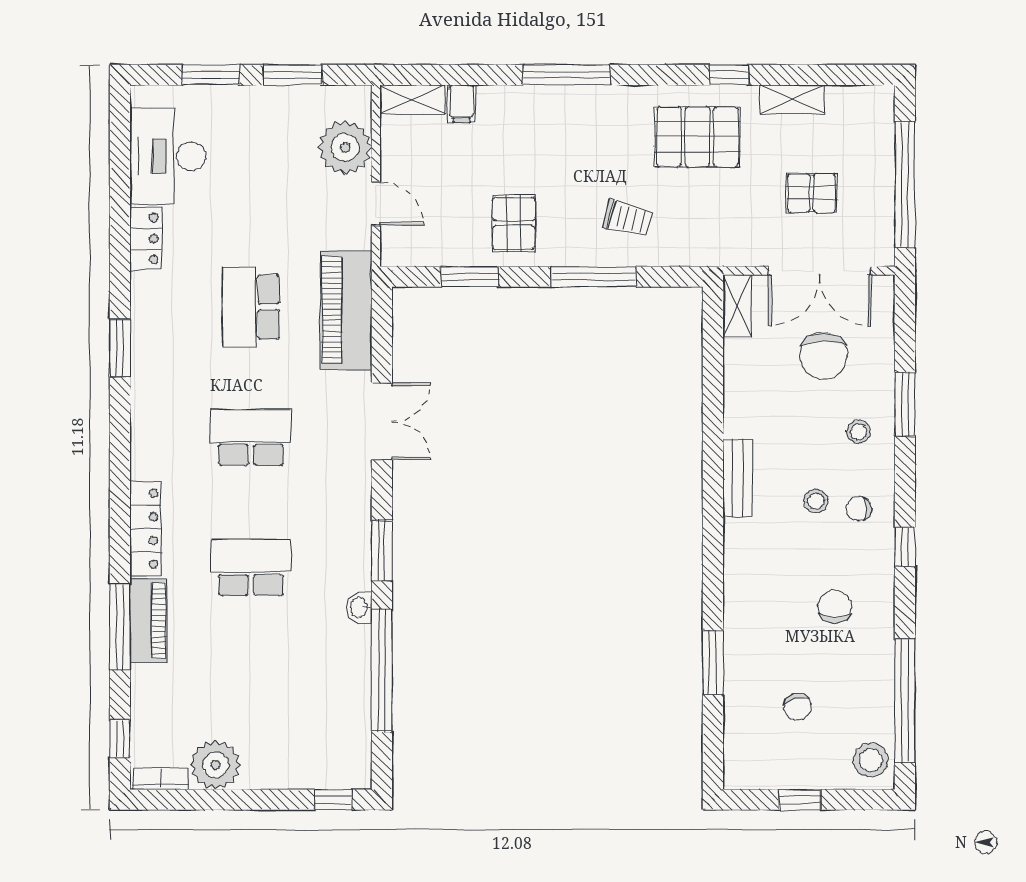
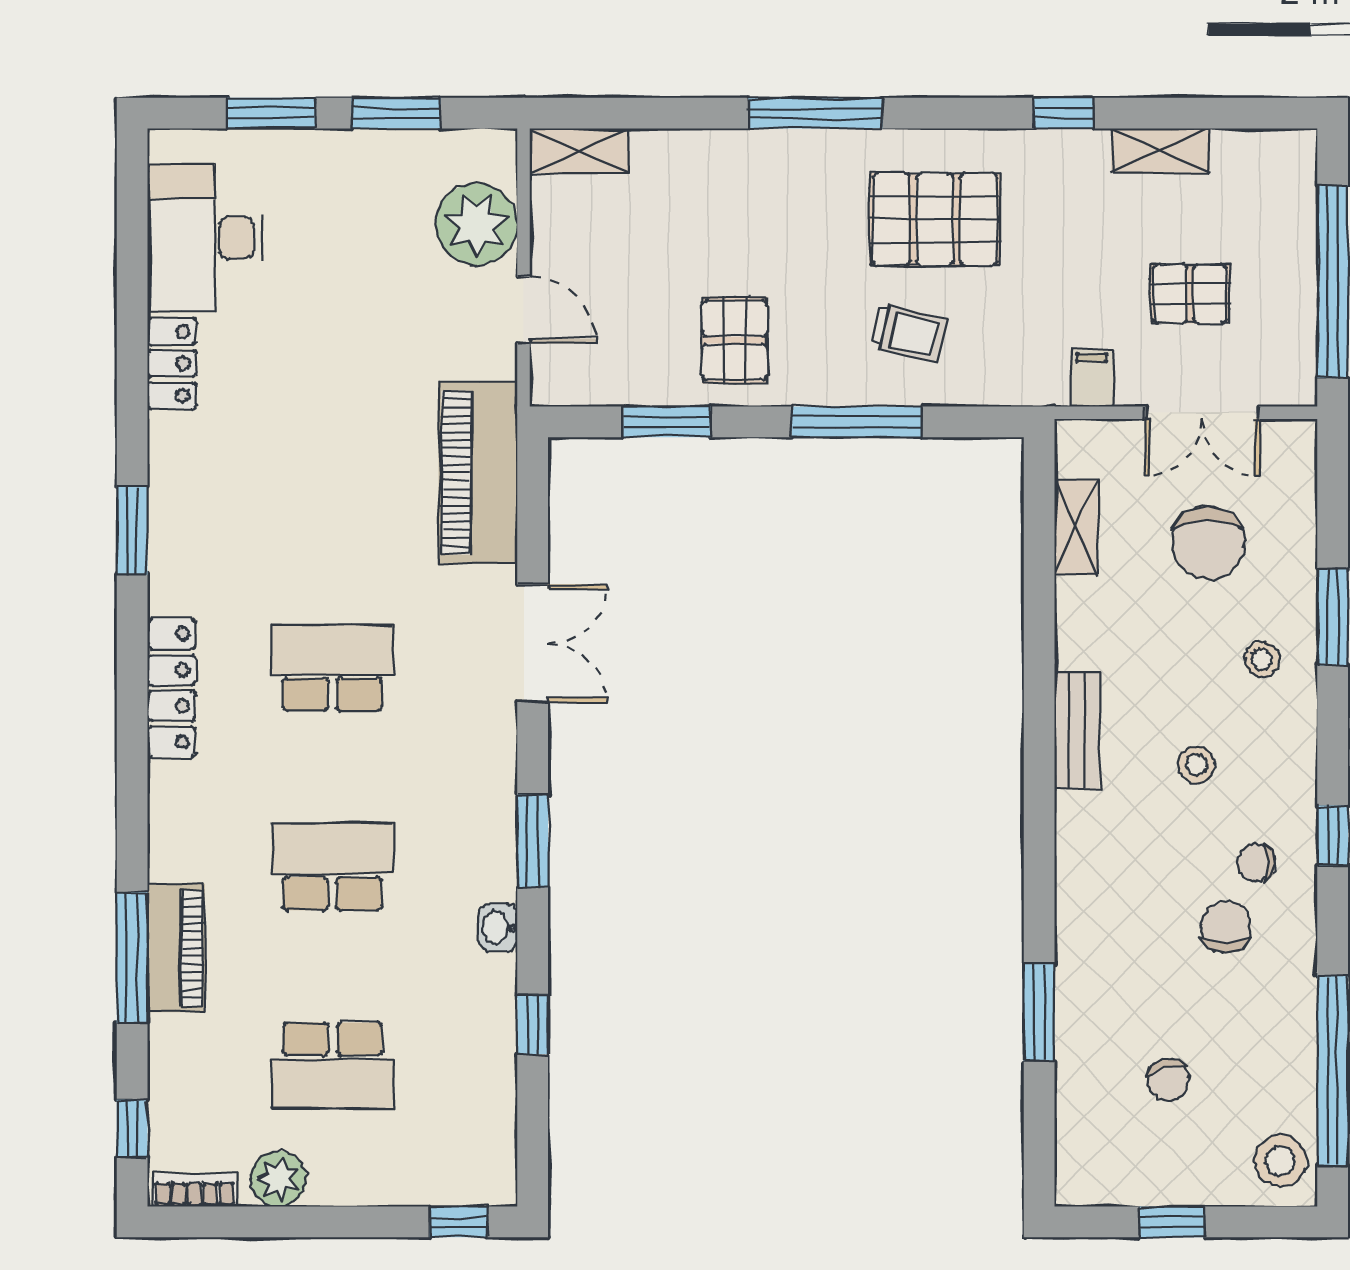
filing cabinet: (461, 104) -> (1092, 378), moved, turned 180
pallet: (697, 137) -> (935, 219), moved
double door: (820, 271) -> (1202, 413), width x0.73
shelving: (737, 306) -> (1076, 527), moved
school desk: (251, 307) -> (332, 1066), moved, turned -90
chair: (859, 509) -> (1256, 862), moved
locker: (146, 529) -> (171, 688), moved
window: (382, 671) -> (533, 1024), width x0.32
plant: (215, 765) -> (278, 1179), width x0.73, depth x0.73

